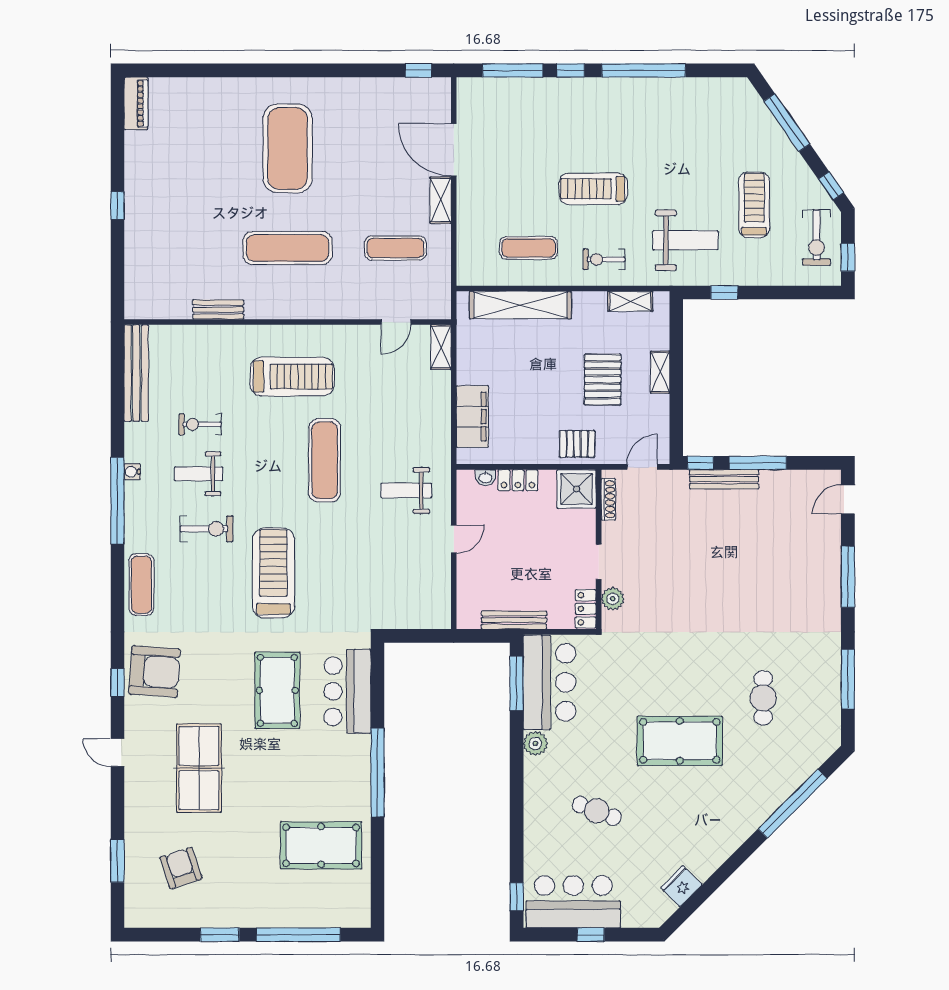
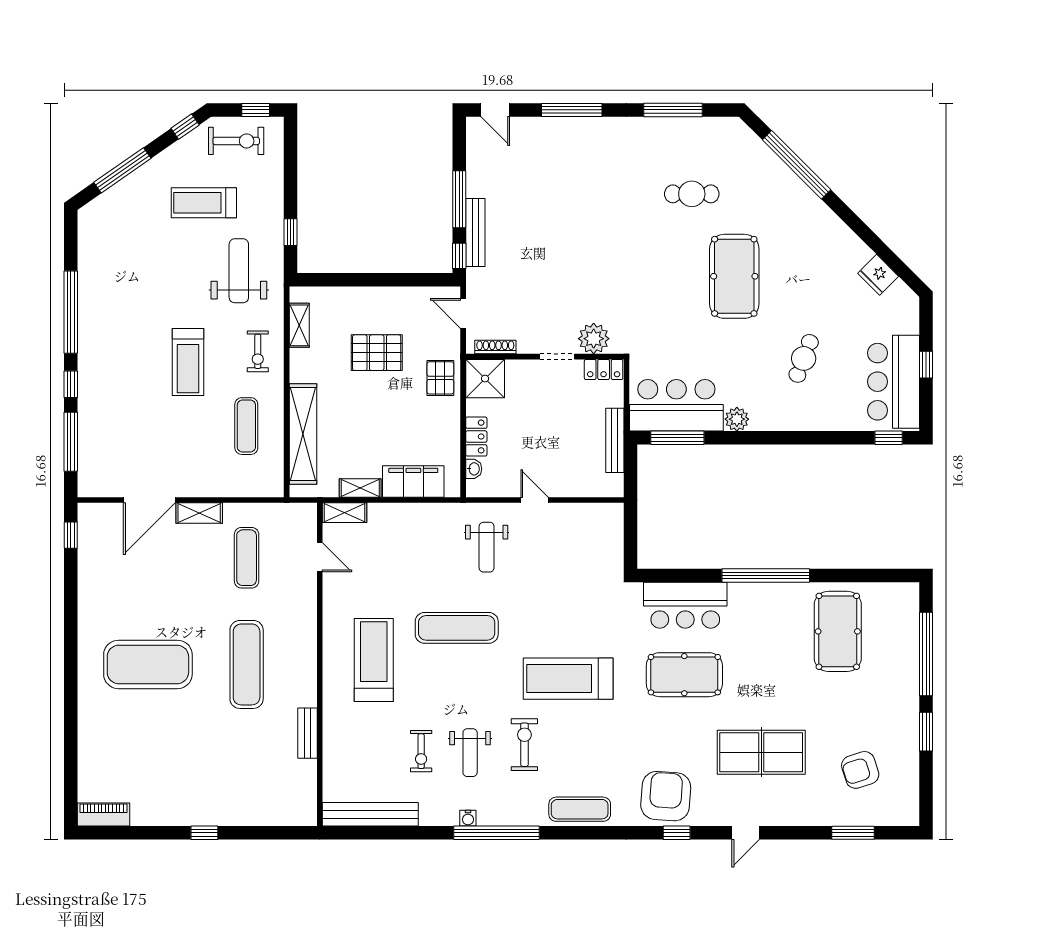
shelving: (660, 372) -> (360, 488), moved
plant: (613, 599) -> (594, 339), width x1.36, depth x1.36

